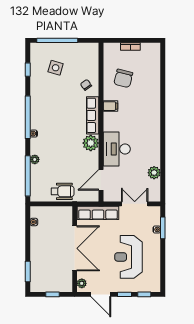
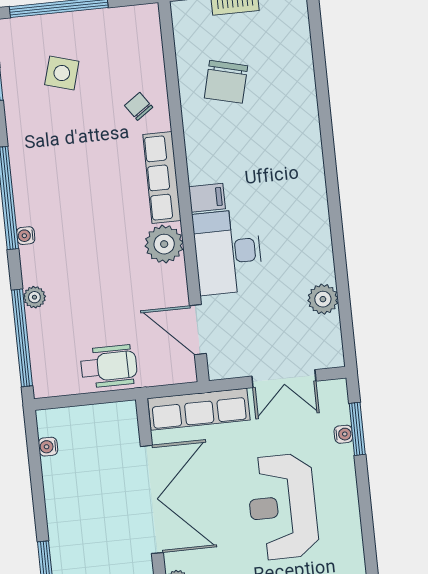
filing cabinet: (110, 106) -> (207, 198), moved
door: (101, 180) -> (198, 330), hinge flipped
double door: (135, 204) -> (284, 379), swing flipped

